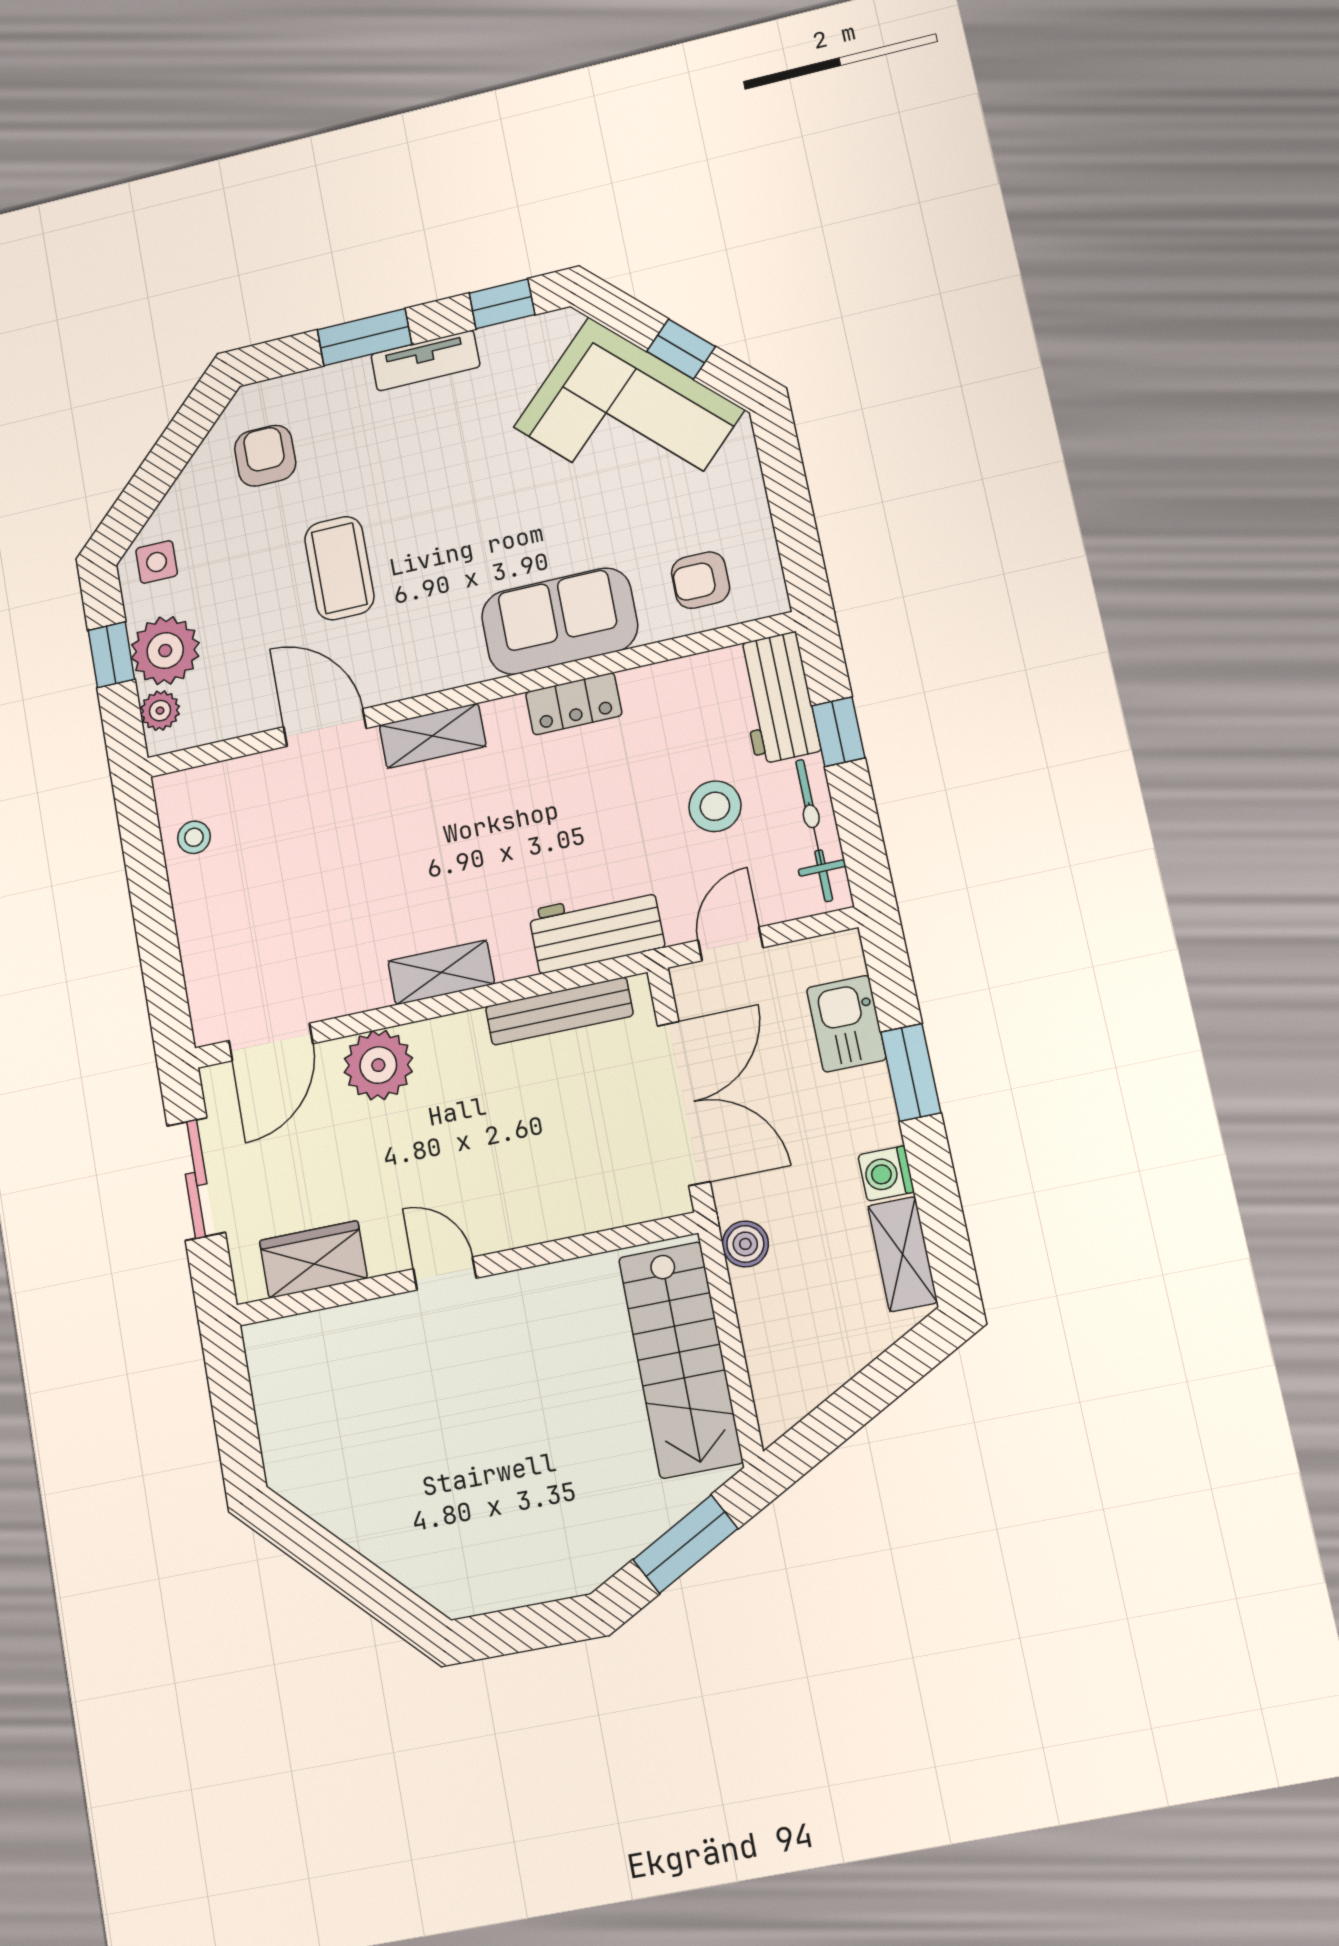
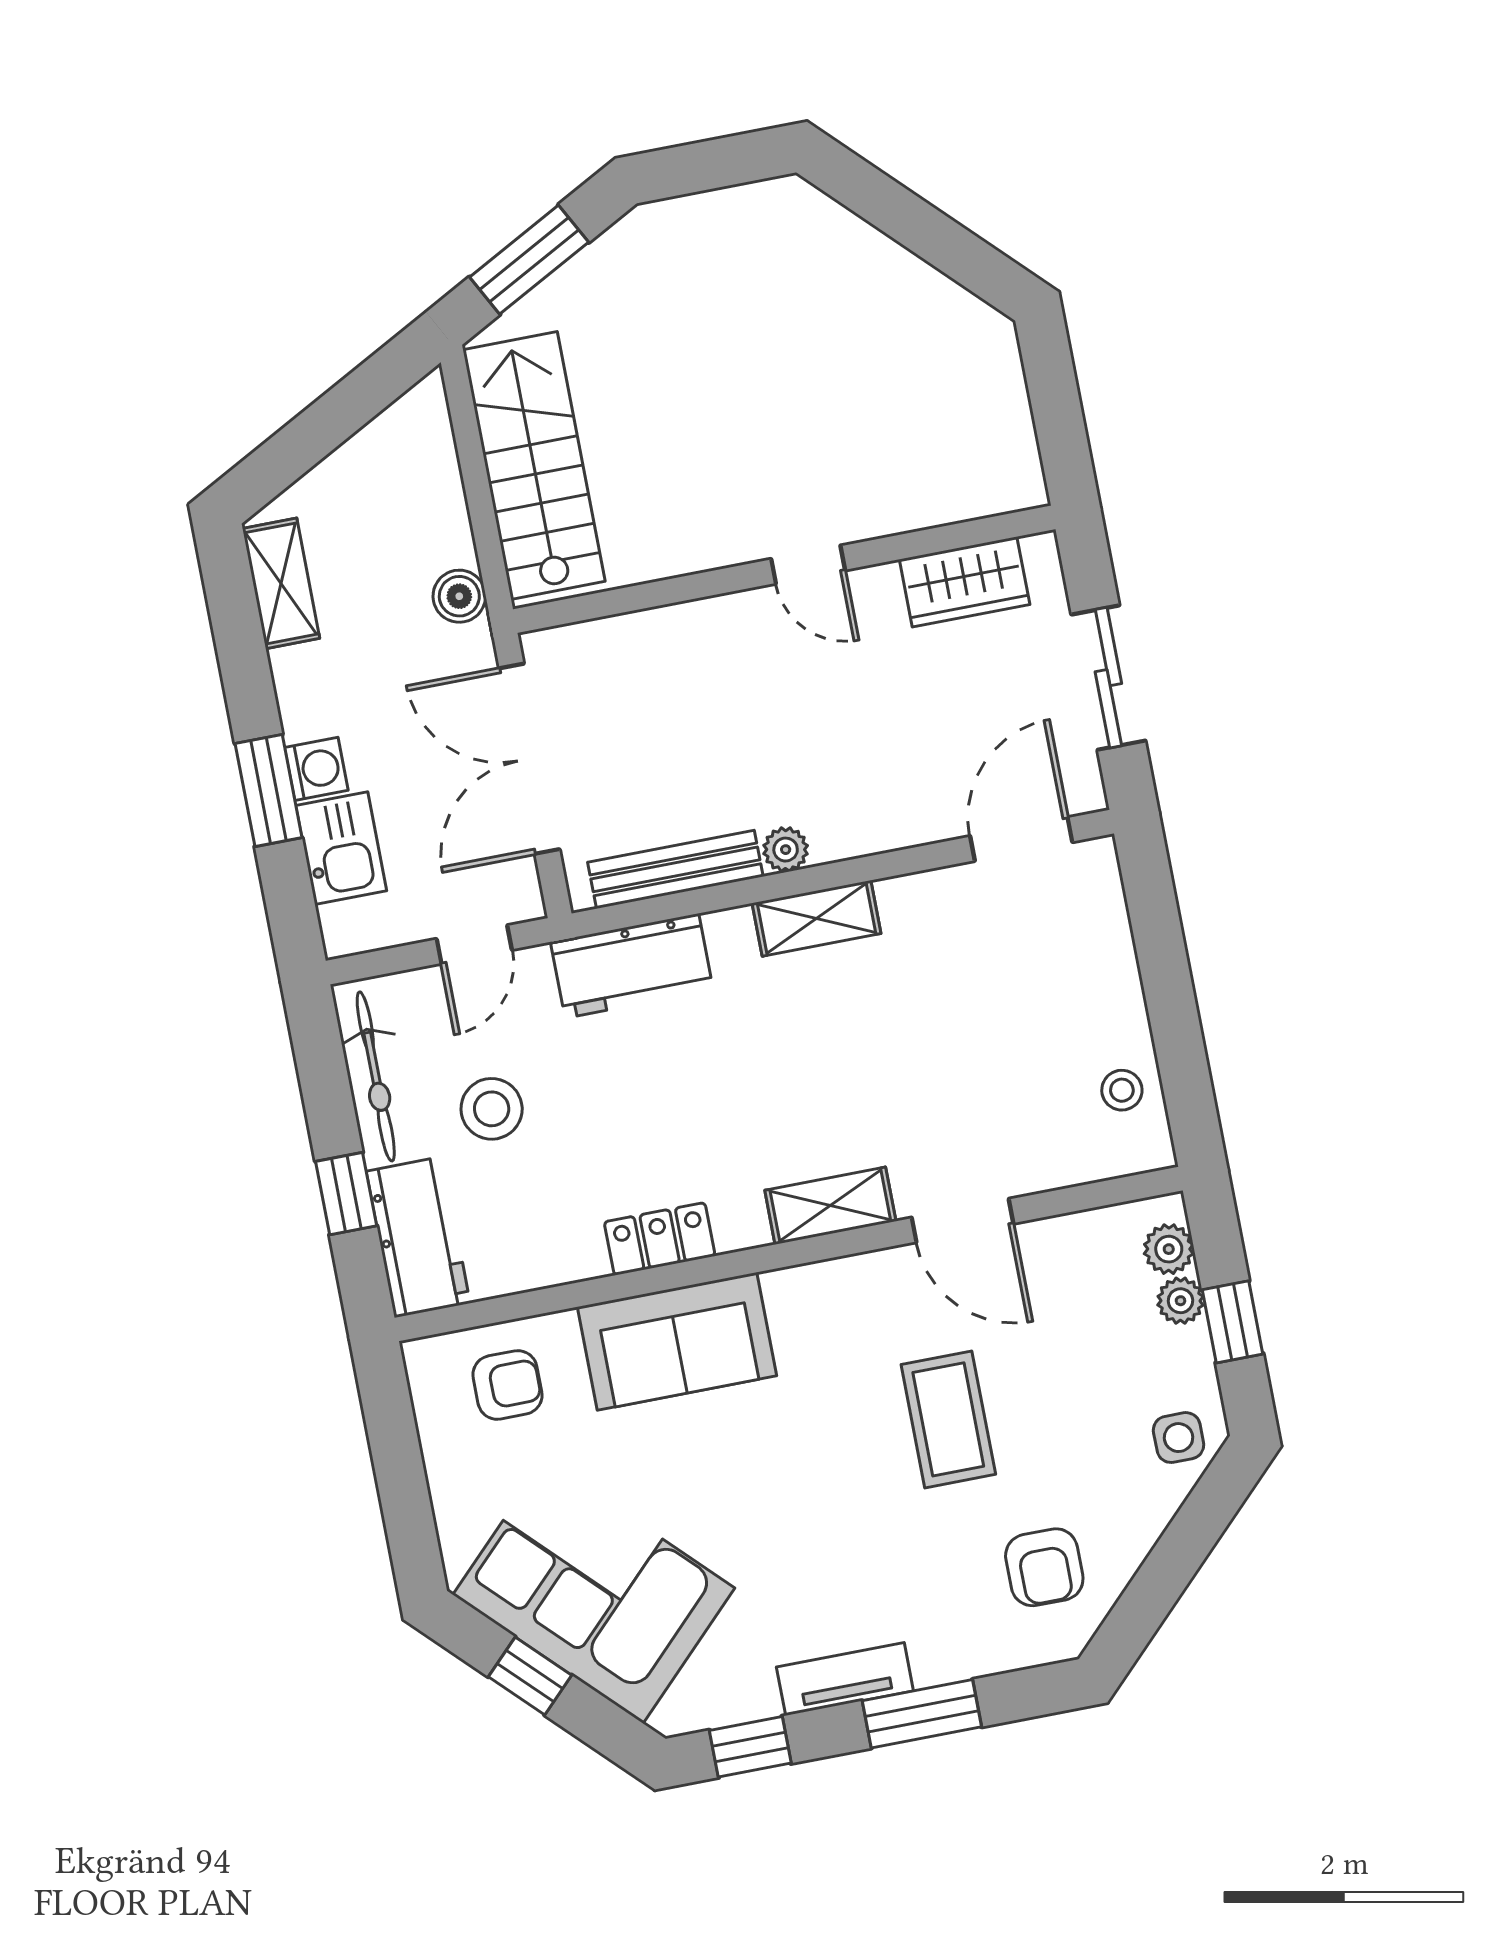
plant: (165, 651) -> (1181, 1301), width x0.53, depth x0.53
plant: (378, 1065) -> (786, 850), moved, width x0.53, depth x0.53
washing machine: (886, 1173) -> (316, 769), moved

